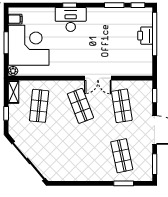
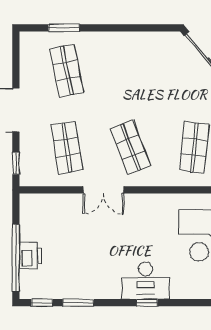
double door: (98, 78) -> (103, 190), swing flipped
window: (155, 164) -> (16, 57), removed

